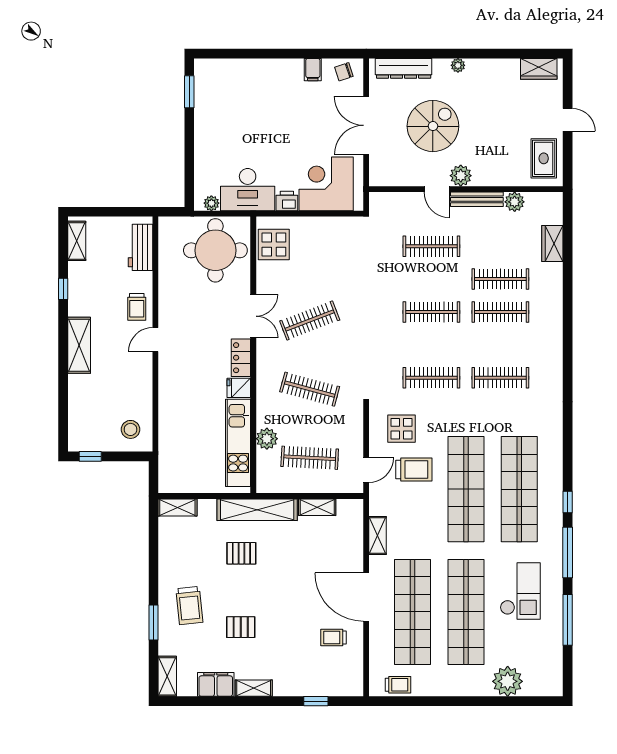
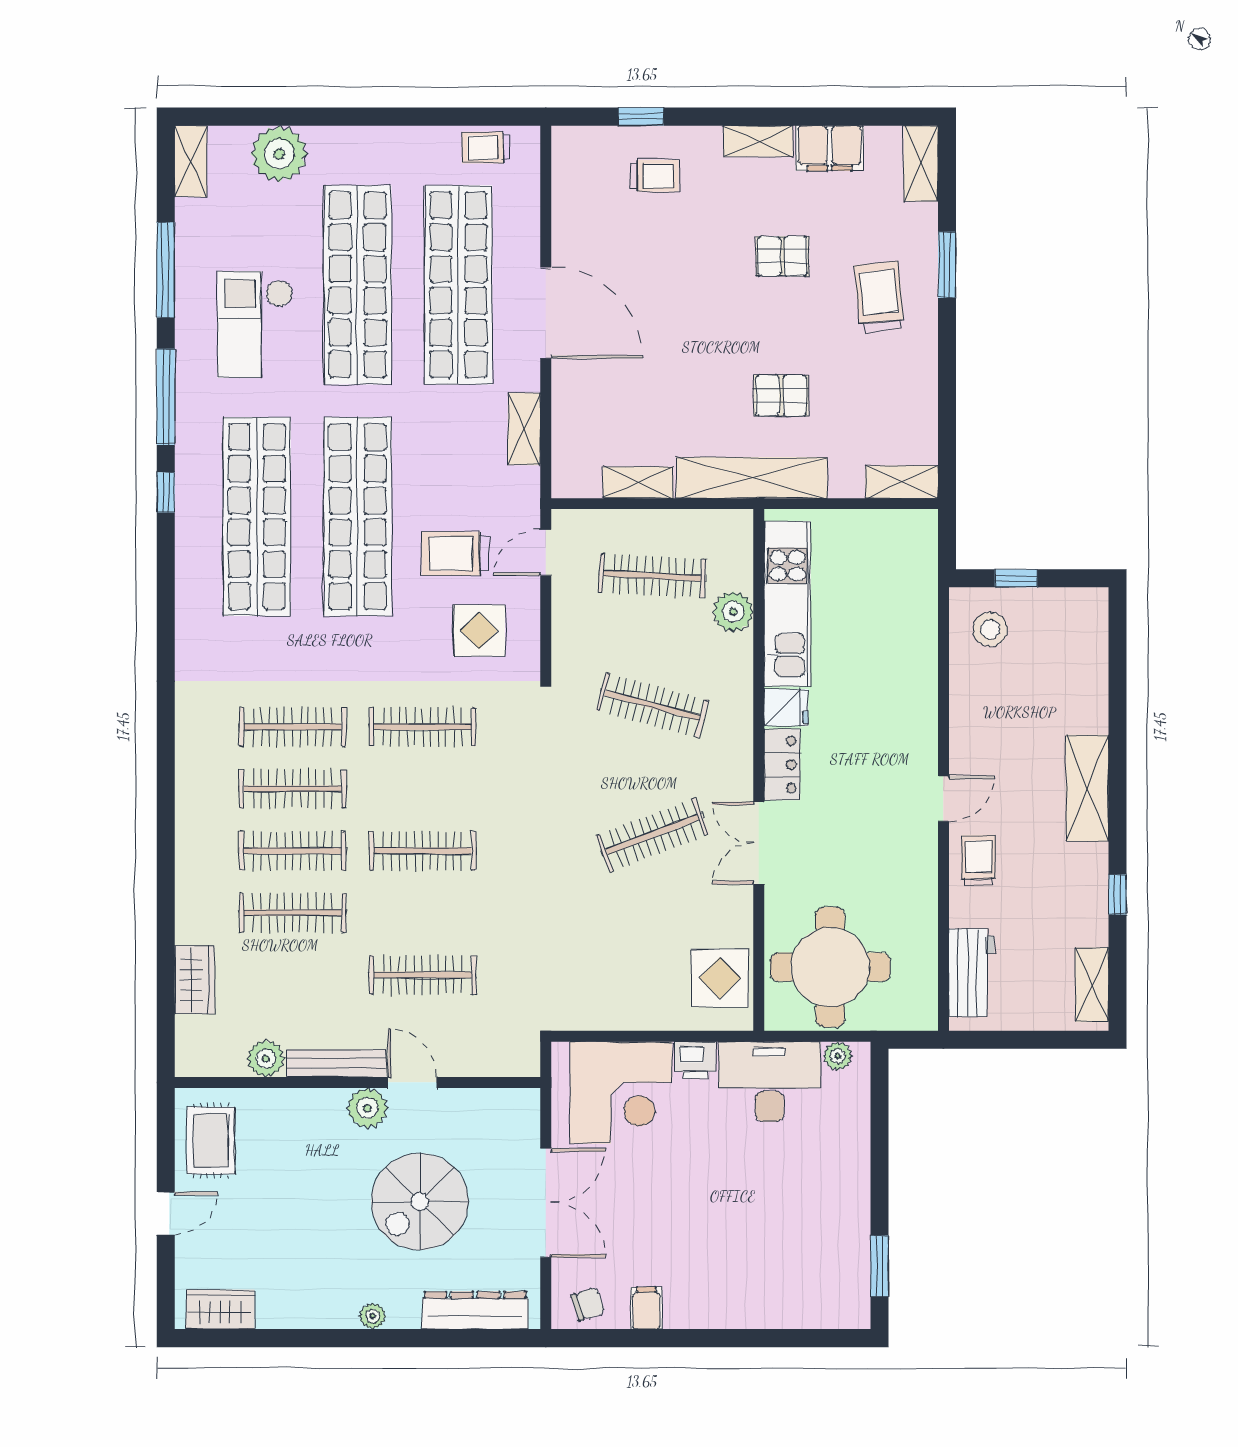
door: (568, 120) -> (166, 1213), swing flipped
clothes rail: (500, 345) -> (293, 789), added
window: (90, 456) -> (1016, 578), moved
trolley: (334, 637) -> (655, 176), moved
shelving: (554, 678) -> (191, 161), added

